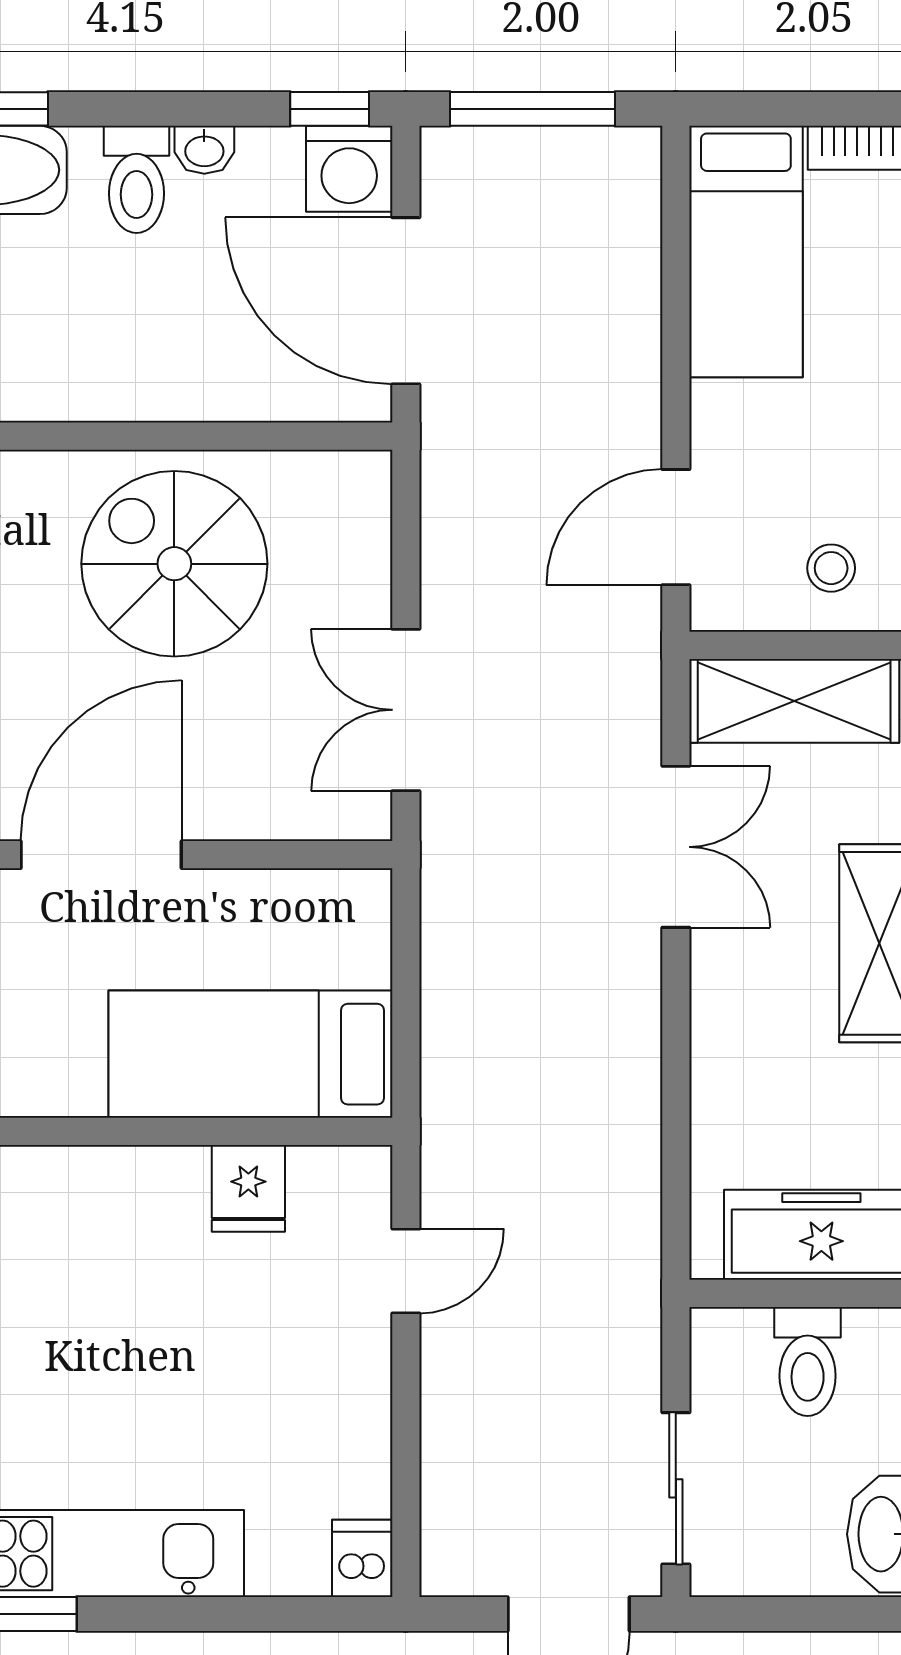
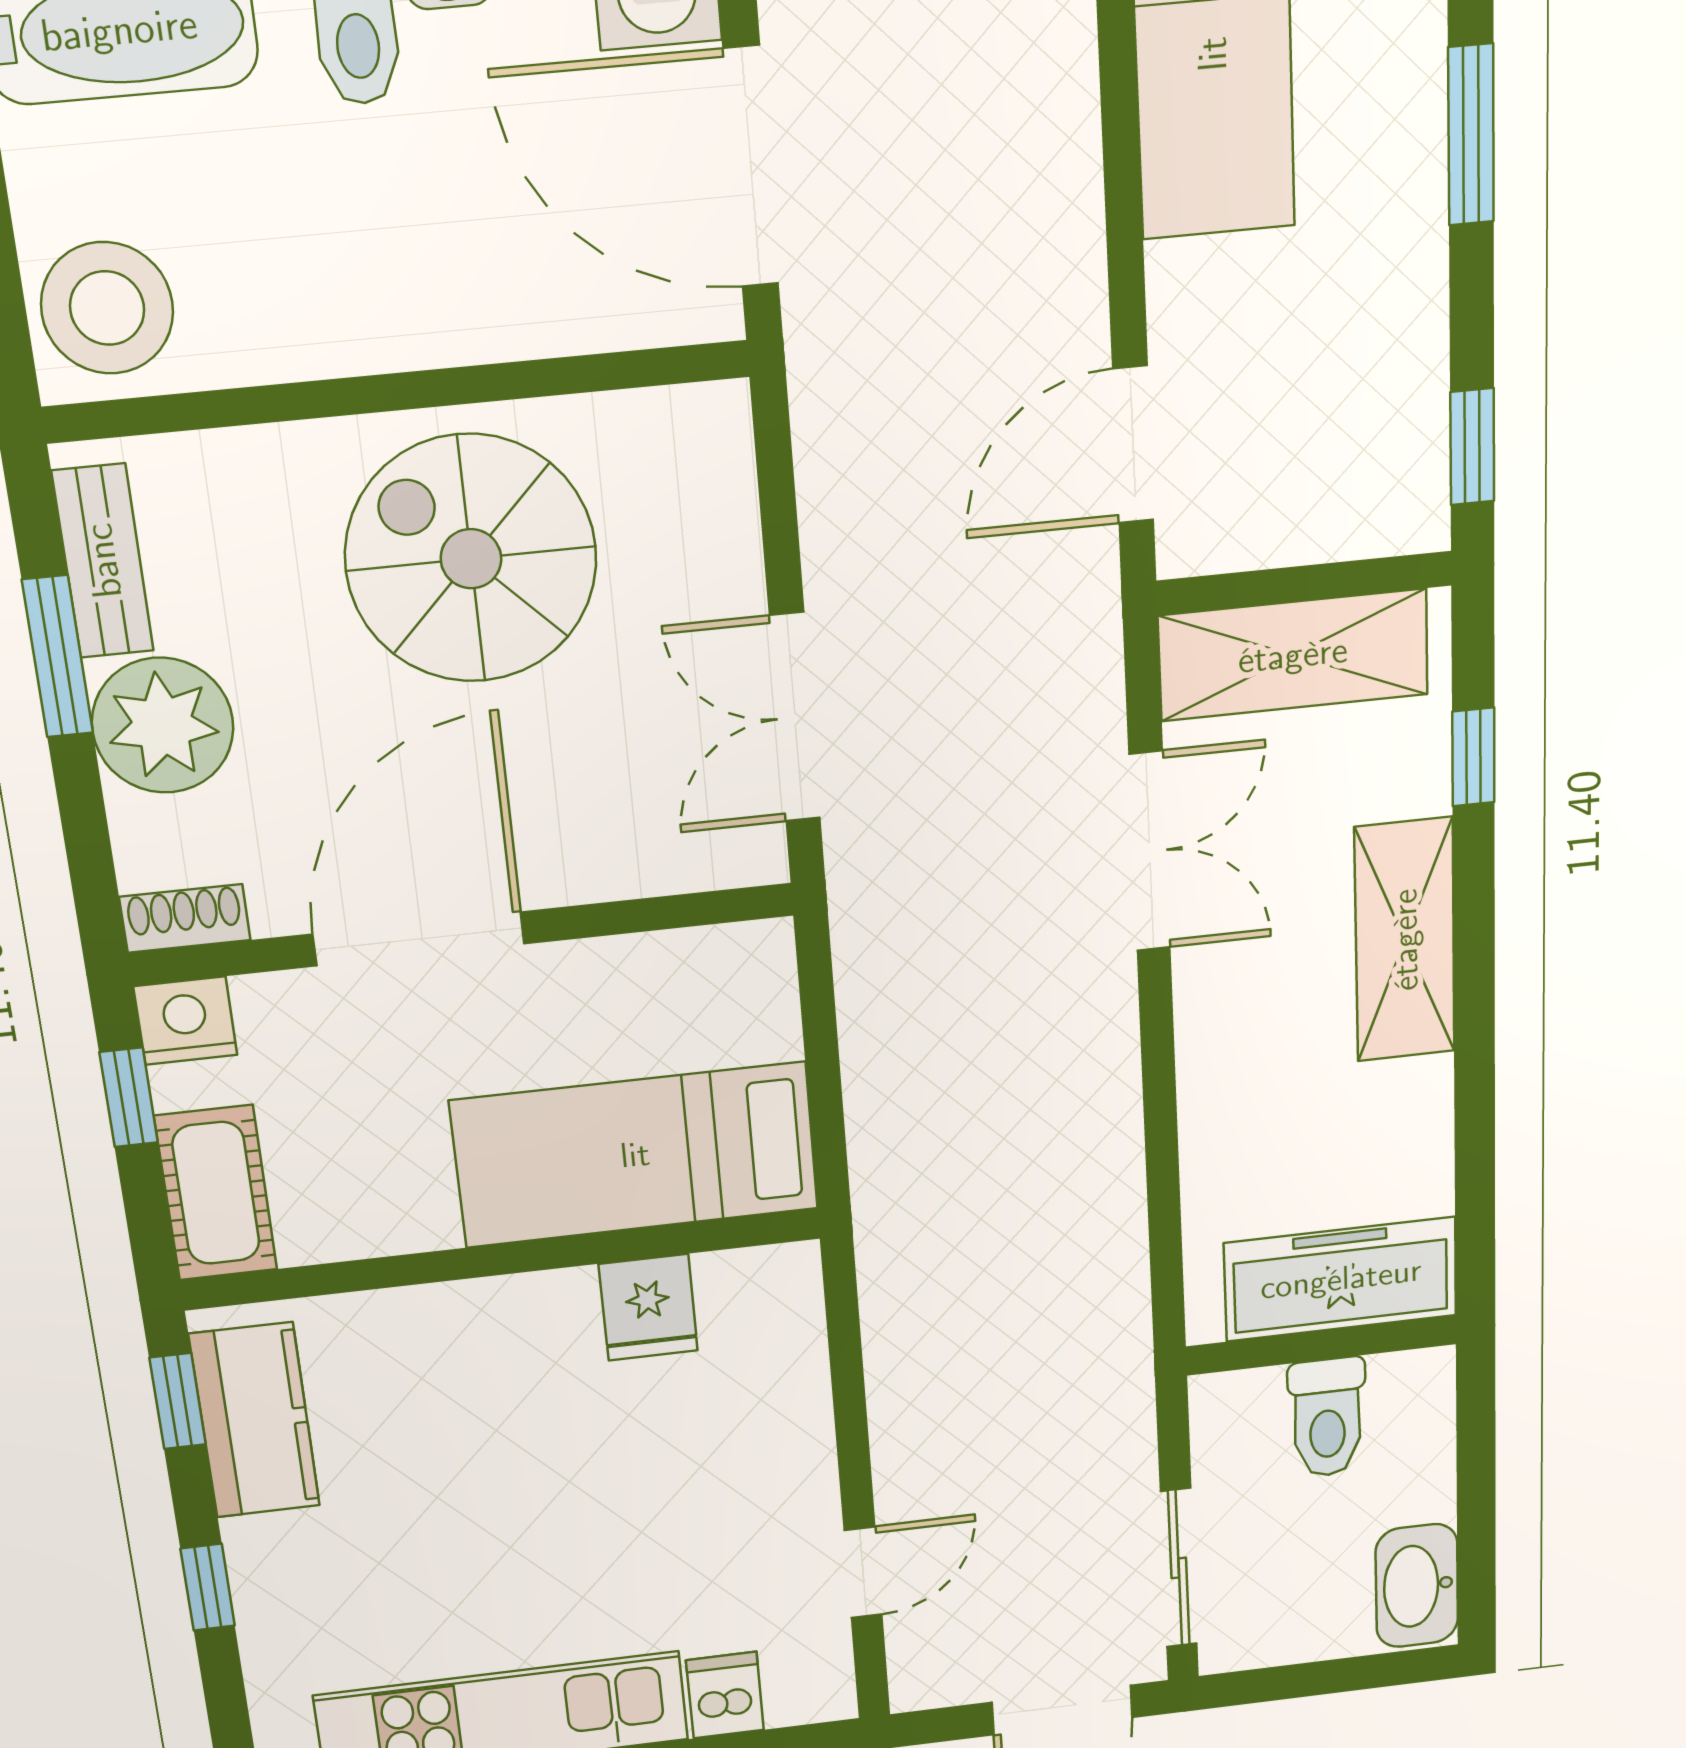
stool: (831, 568) -> (1337, 479), removed
door: (406, 1271) -> (863, 1572), moved
dishwasher: (362, 1558) -> (725, 1695), moved

